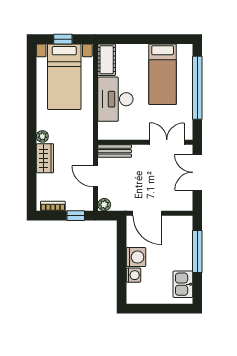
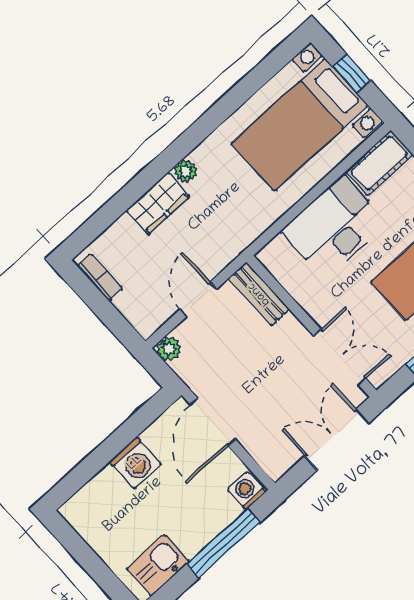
window: (76, 216) -> (116, 323), removed
washing machine: (133, 275) -> (247, 491), moved, turned 180

